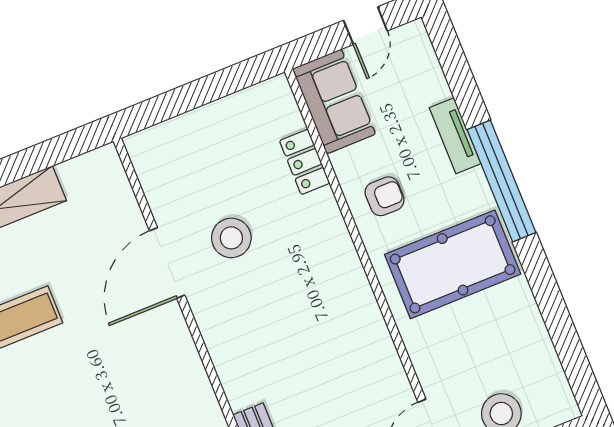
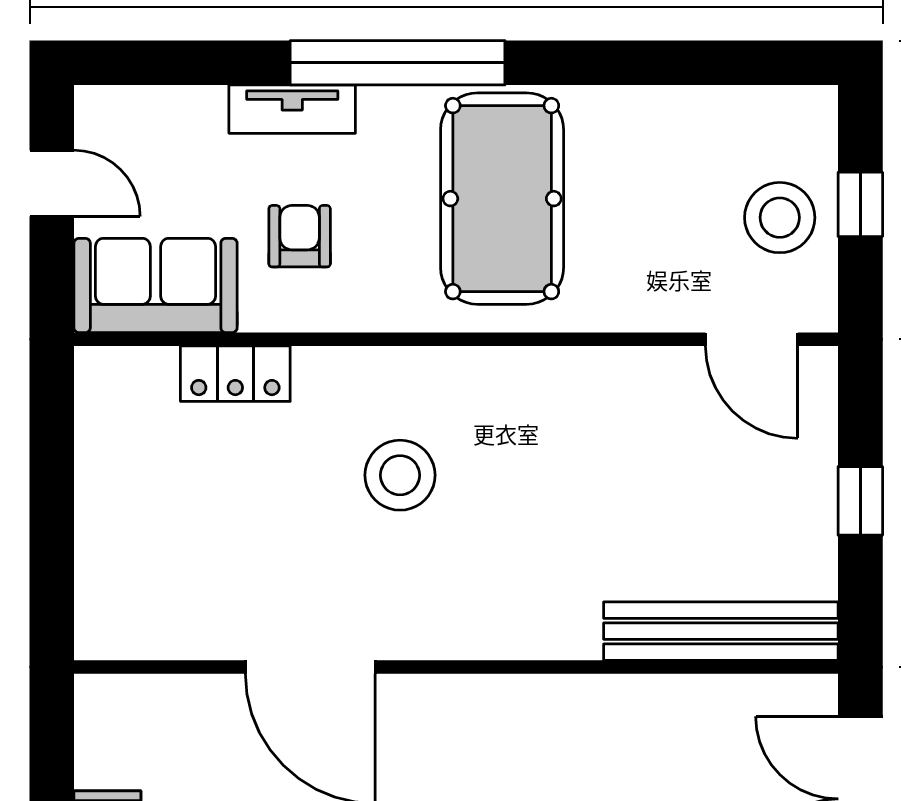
armchair: (385, 196) -> (300, 236), moved
stool: (231, 238) -> (400, 475), moved

